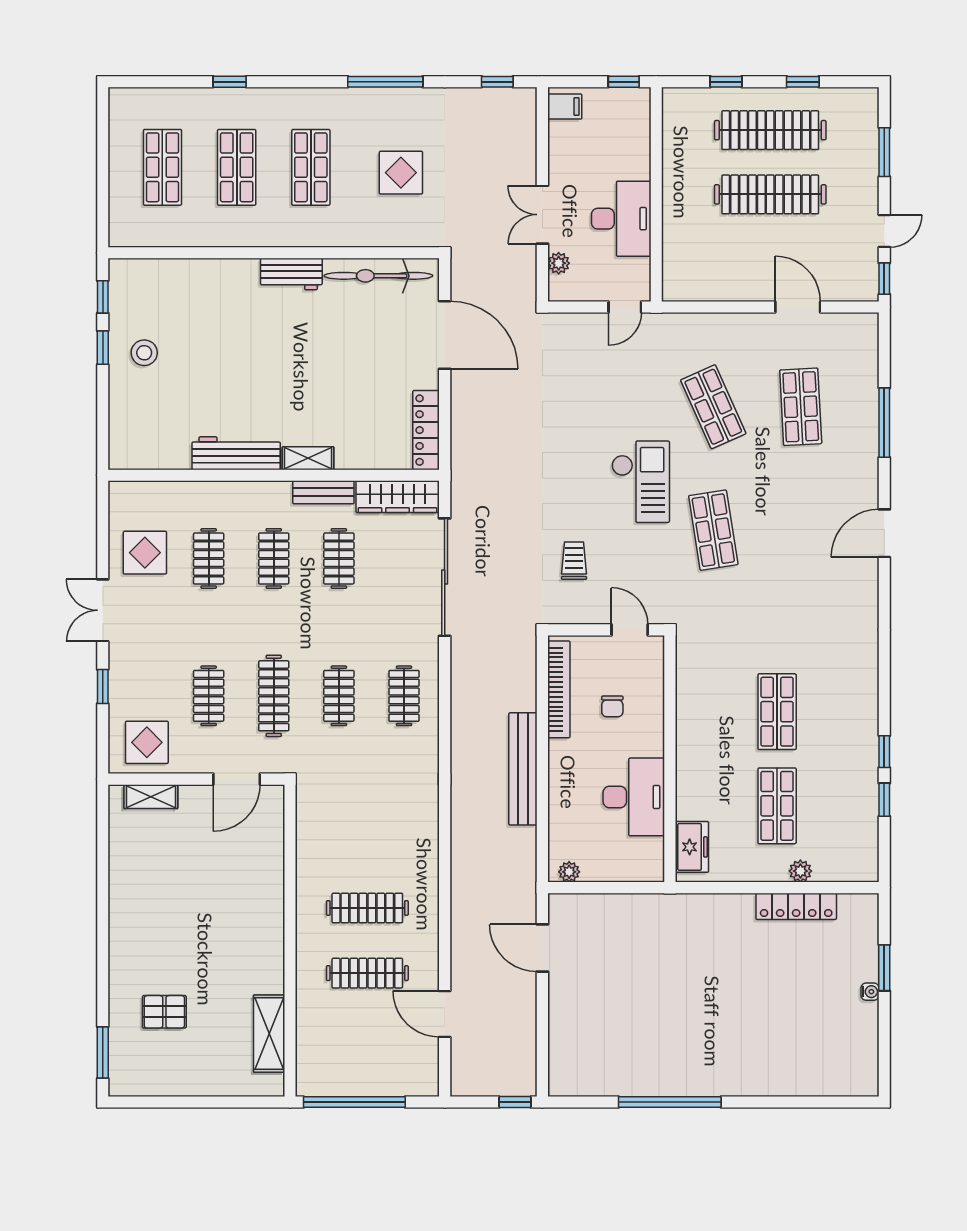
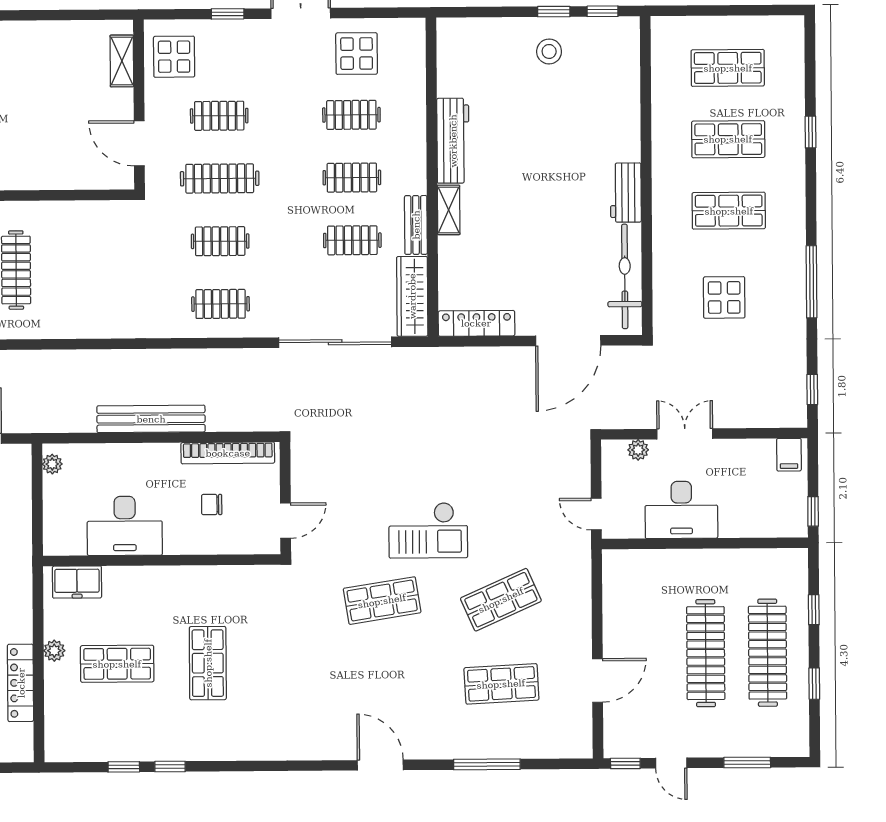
trolley: (574, 561) -> (352, 467), removed
shop shelf: (777, 712) -> (208, 663), turned 90
plant: (800, 871) -> (54, 651), moved

